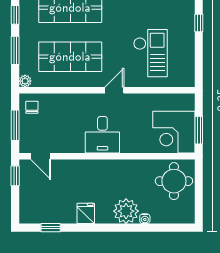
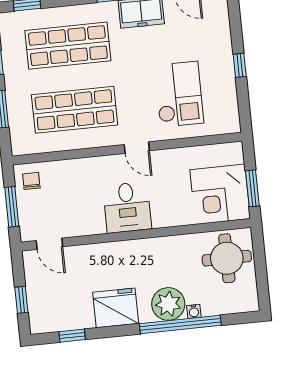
window: (199, 23) -> (240, 65), moved
plant: (25, 81) -> (19, 148), removed
door: (114, 90) -> (137, 148), swing flipped
window: (15, 176) -> (21, 300), moved
fridge: (86, 213) -> (116, 308), width x1.88, depth x1.34
window: (134, 228) -> (180, 324), added

